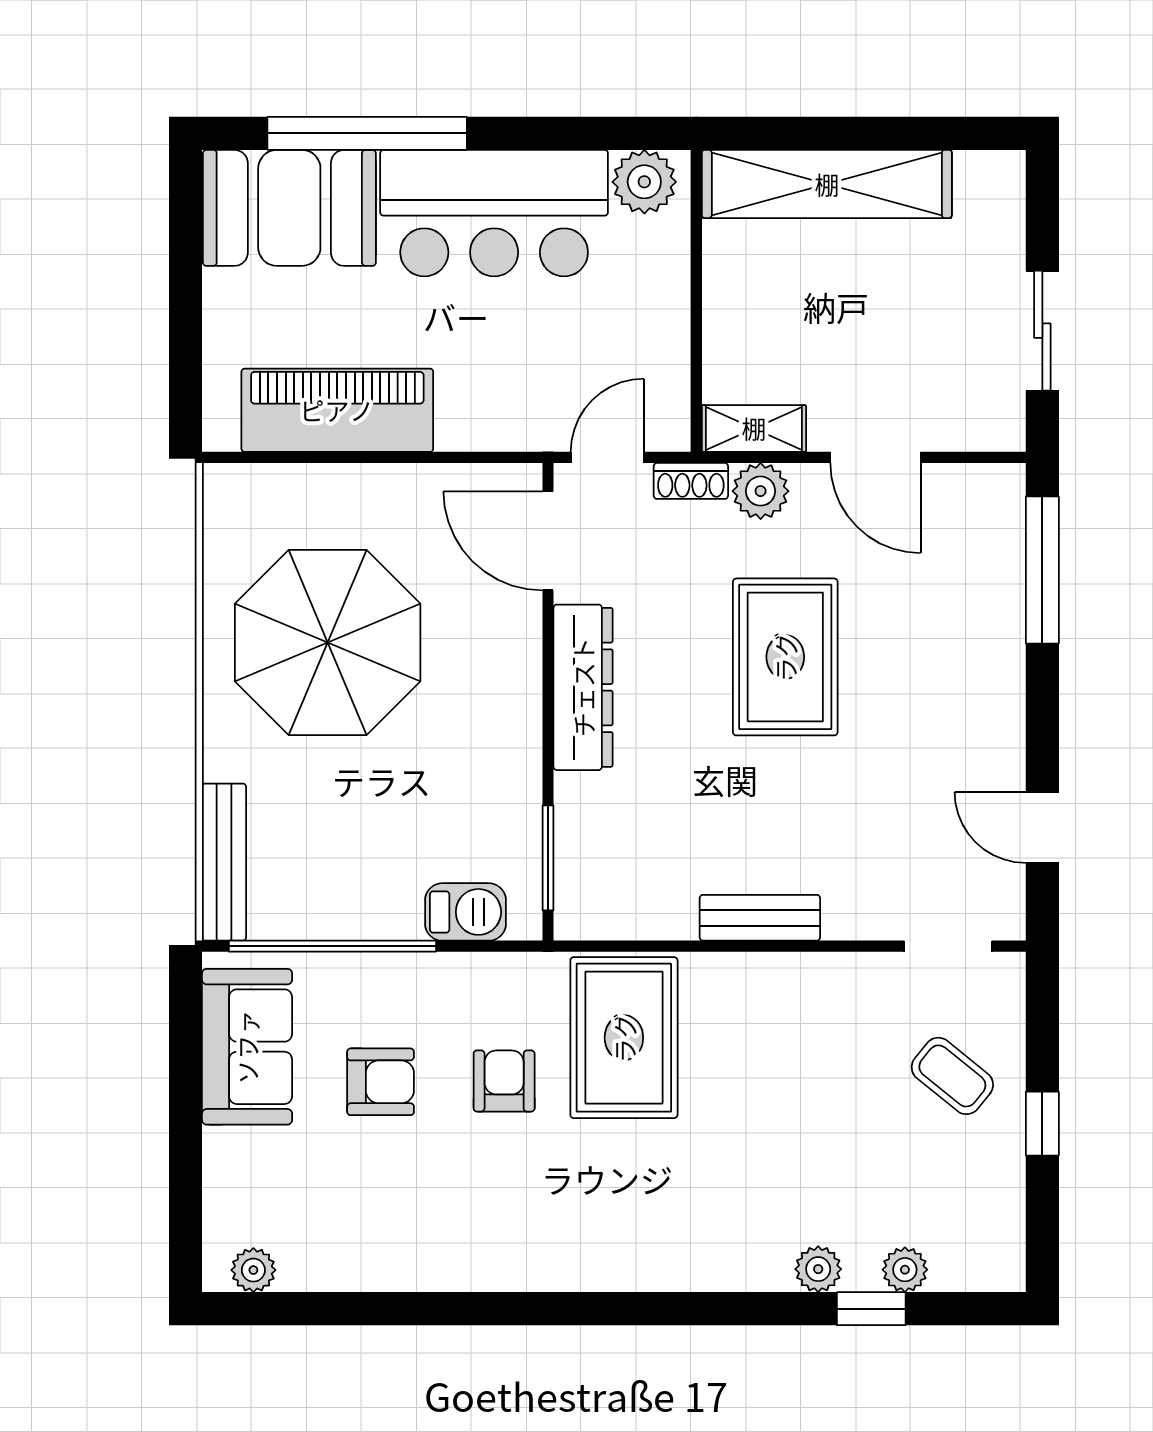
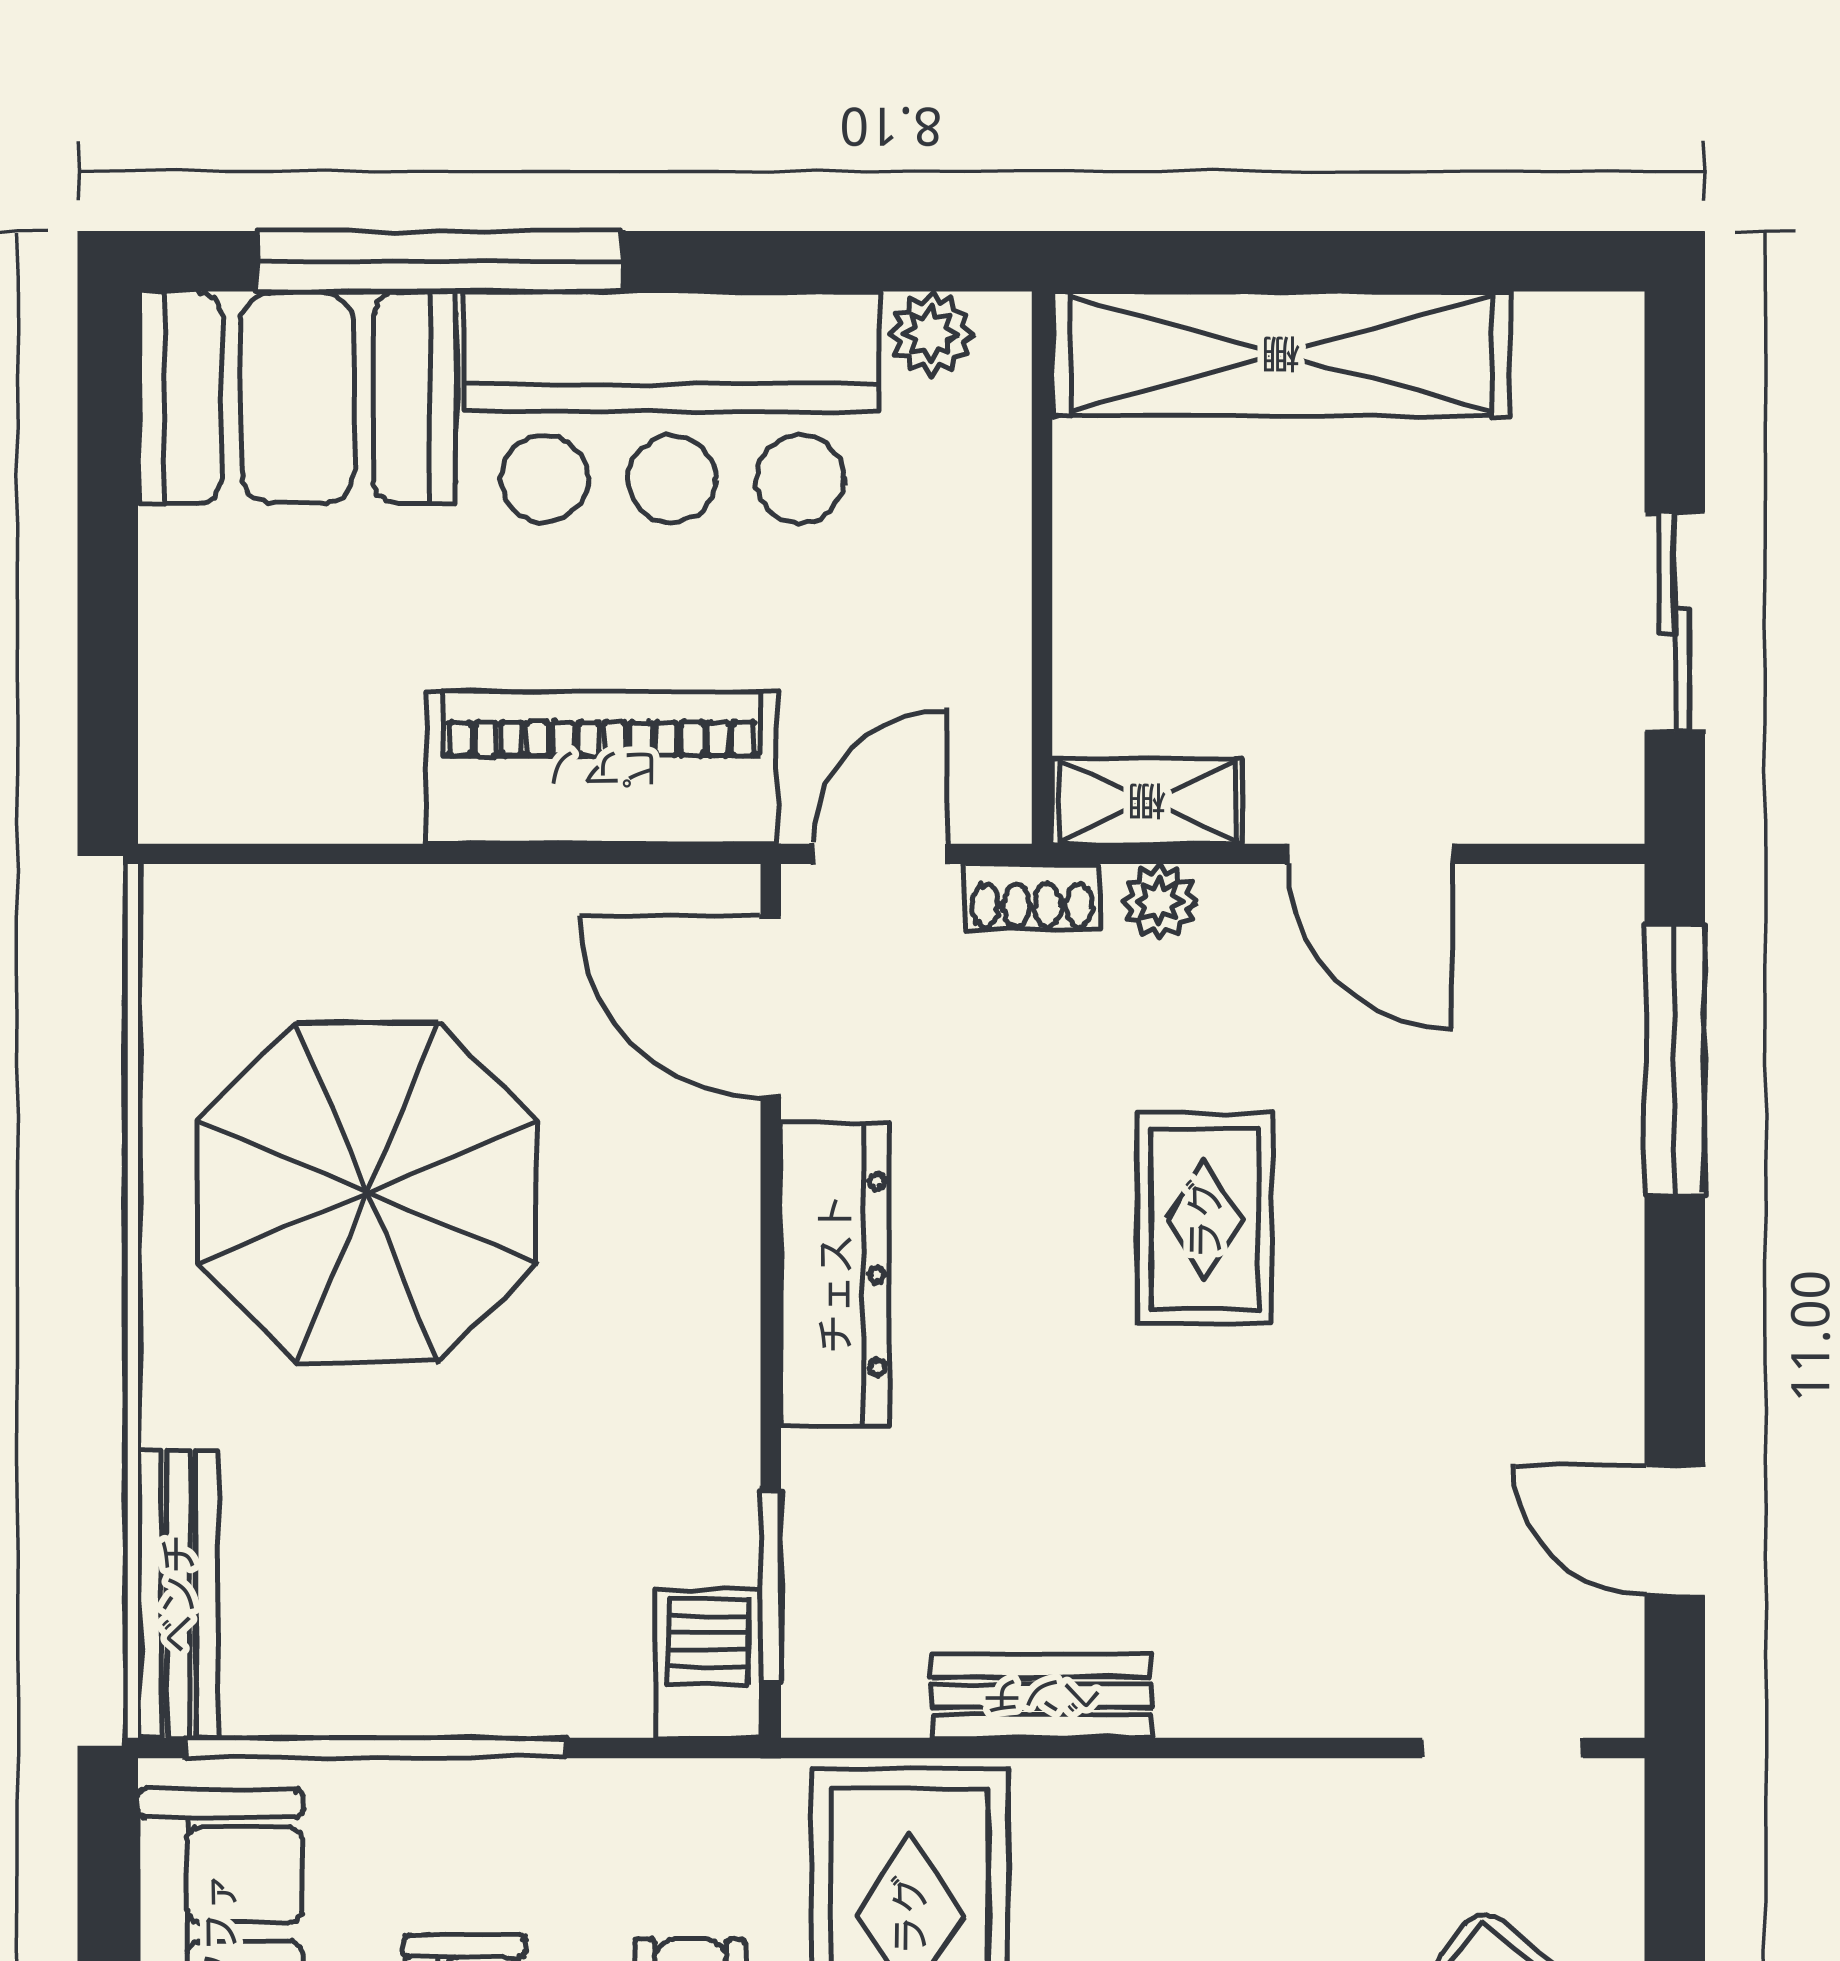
plant: (644, 182) -> (931, 334), width x0.73, depth x0.73
piano: (337, 410) -> (602, 768), moved
plant: (761, 491) -> (1159, 901), width x0.73, depth x0.73
rug: (785, 657) -> (1205, 1219), width x0.73, depth x0.70
barbecue: (465, 912) -> (708, 1664), moved, turned -90
bench: (760, 918) -> (1042, 1696), moved

